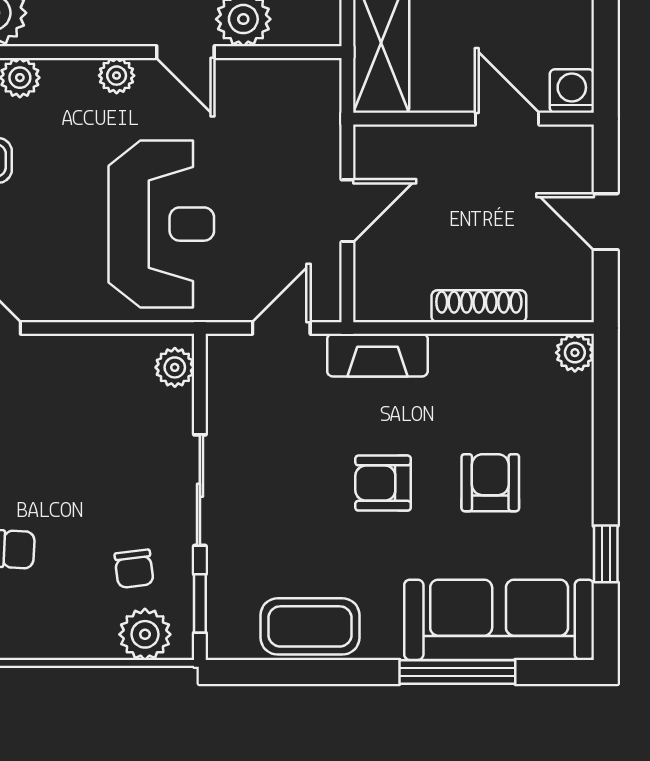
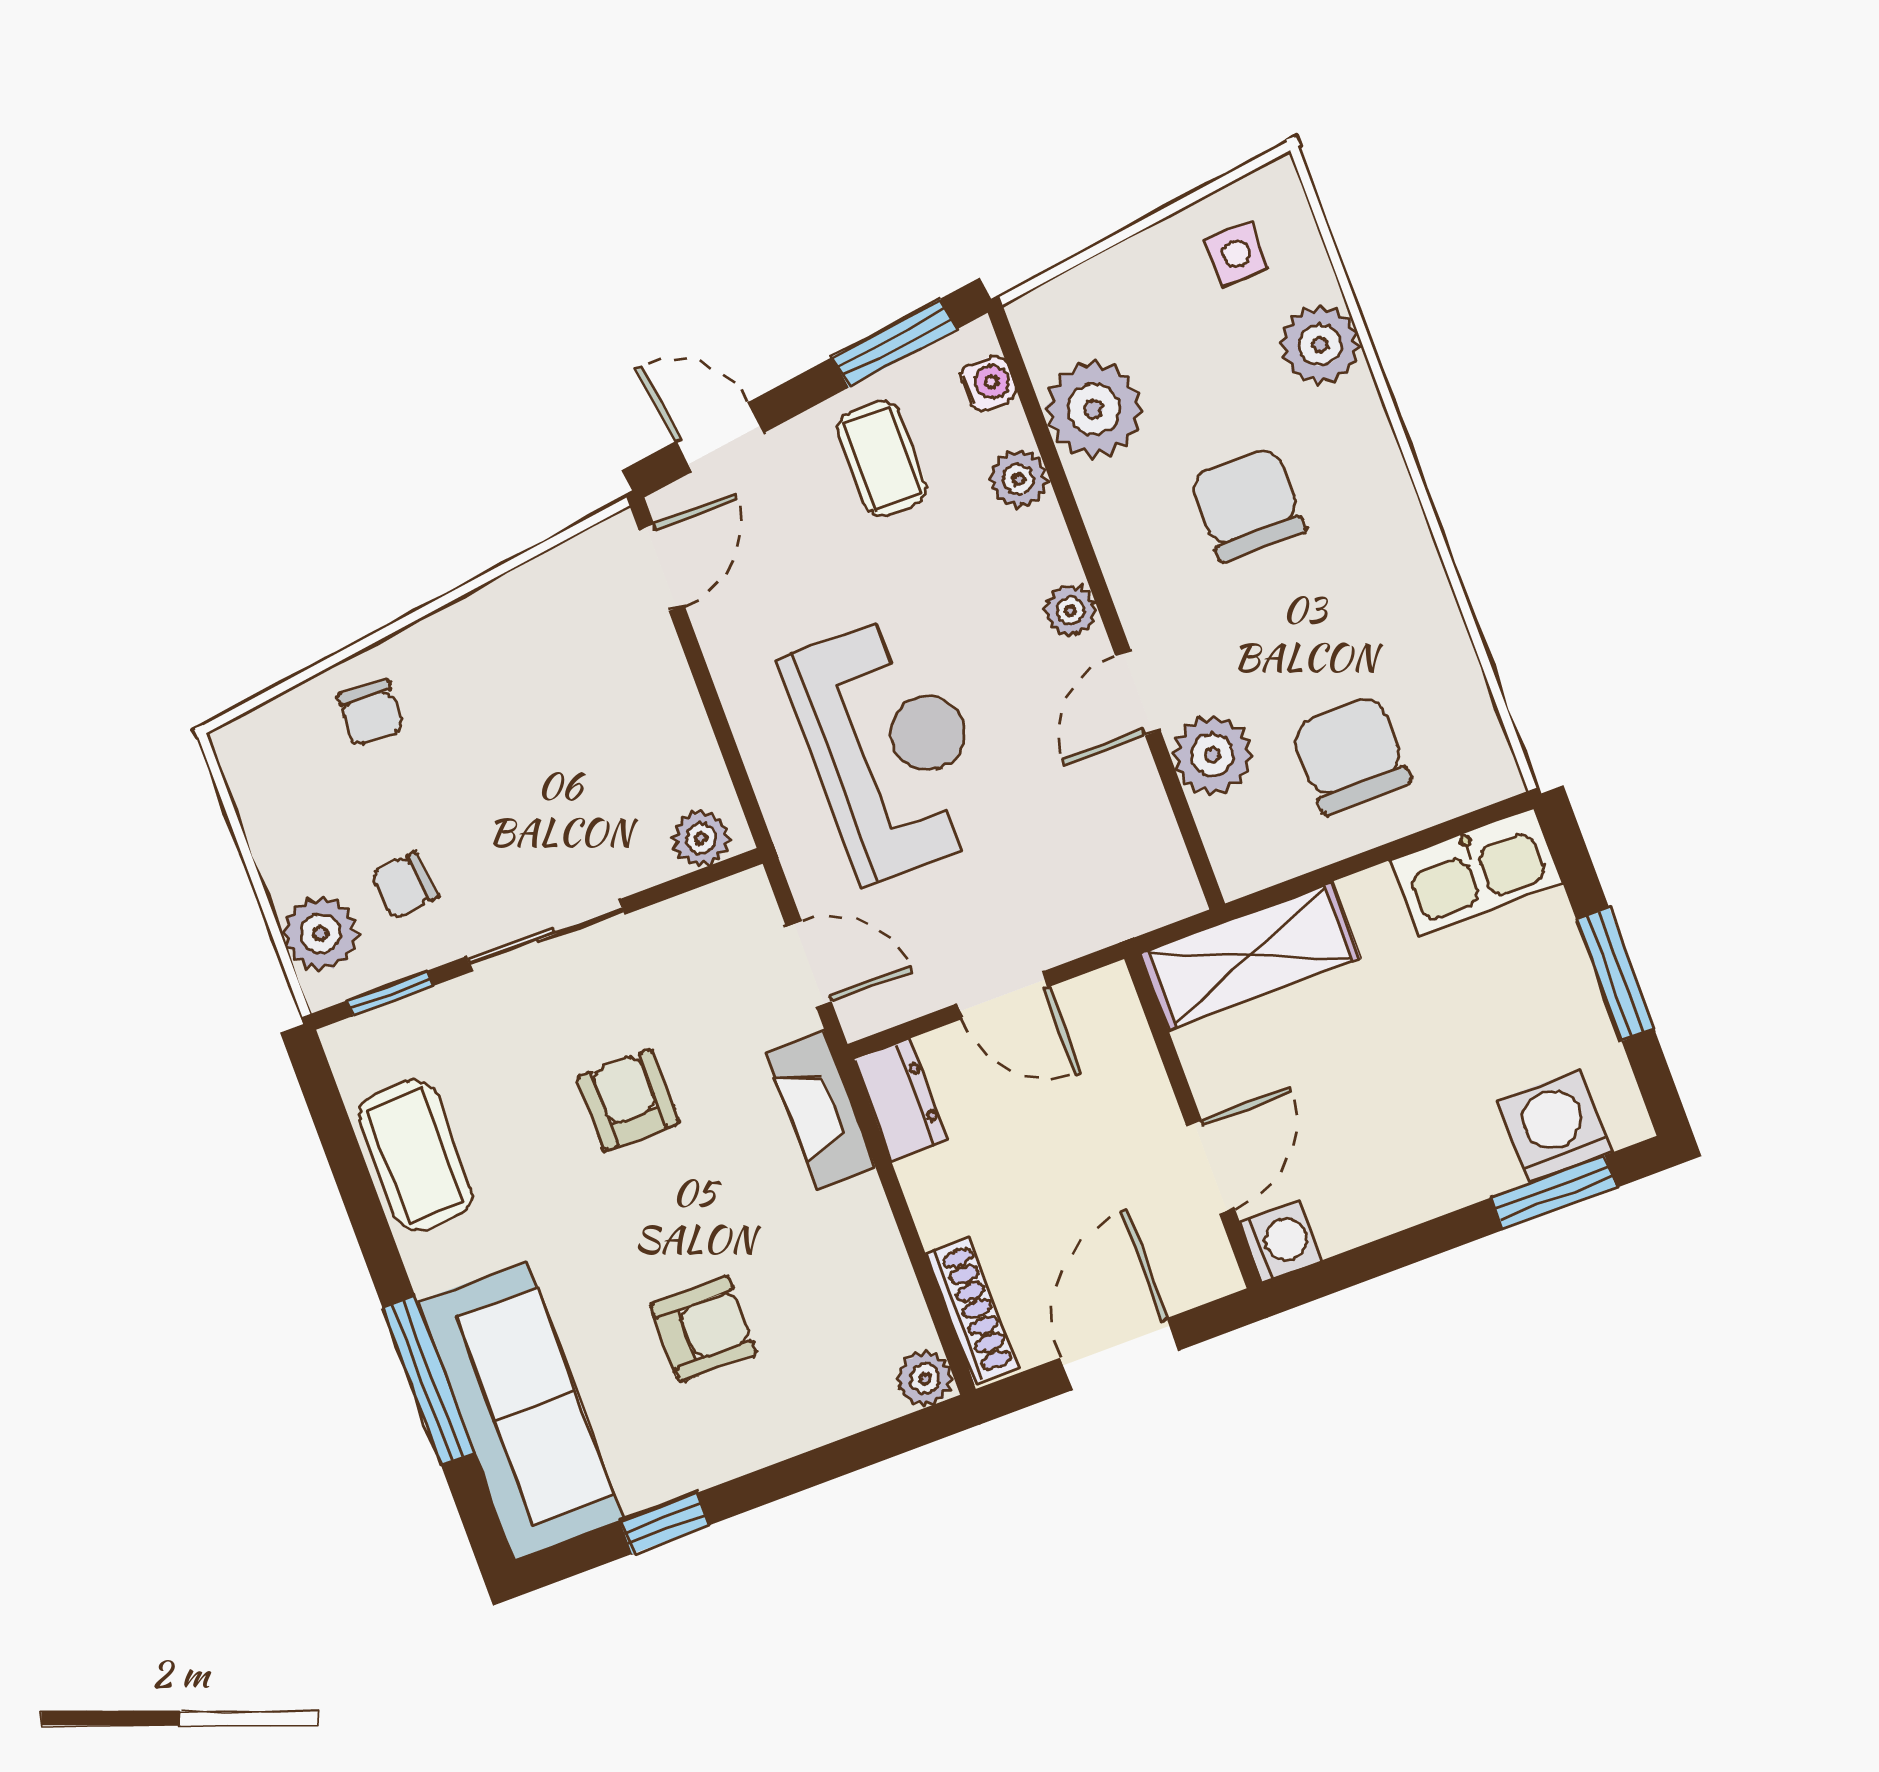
door: (606, 222) -> (1120, 1354), width x1.38
reception desk: (161, 224) -> (890, 747), turned -90
dresser: (390, 301) -> (901, 1100), added
shoe rack: (479, 306) -> (972, 1311), moved
armchair: (383, 483) -> (628, 1100), moved

